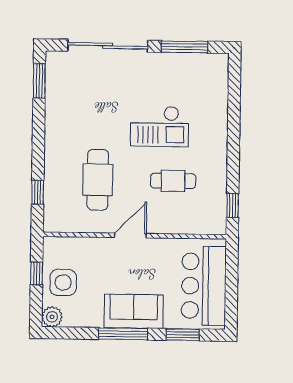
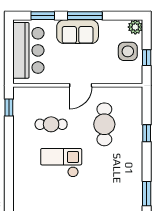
window: (38, 192) -> (147, 133), moved

